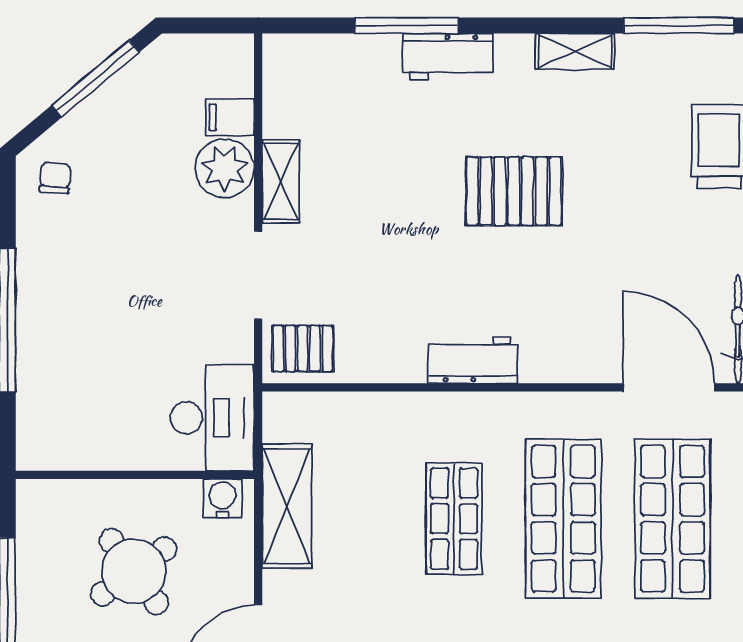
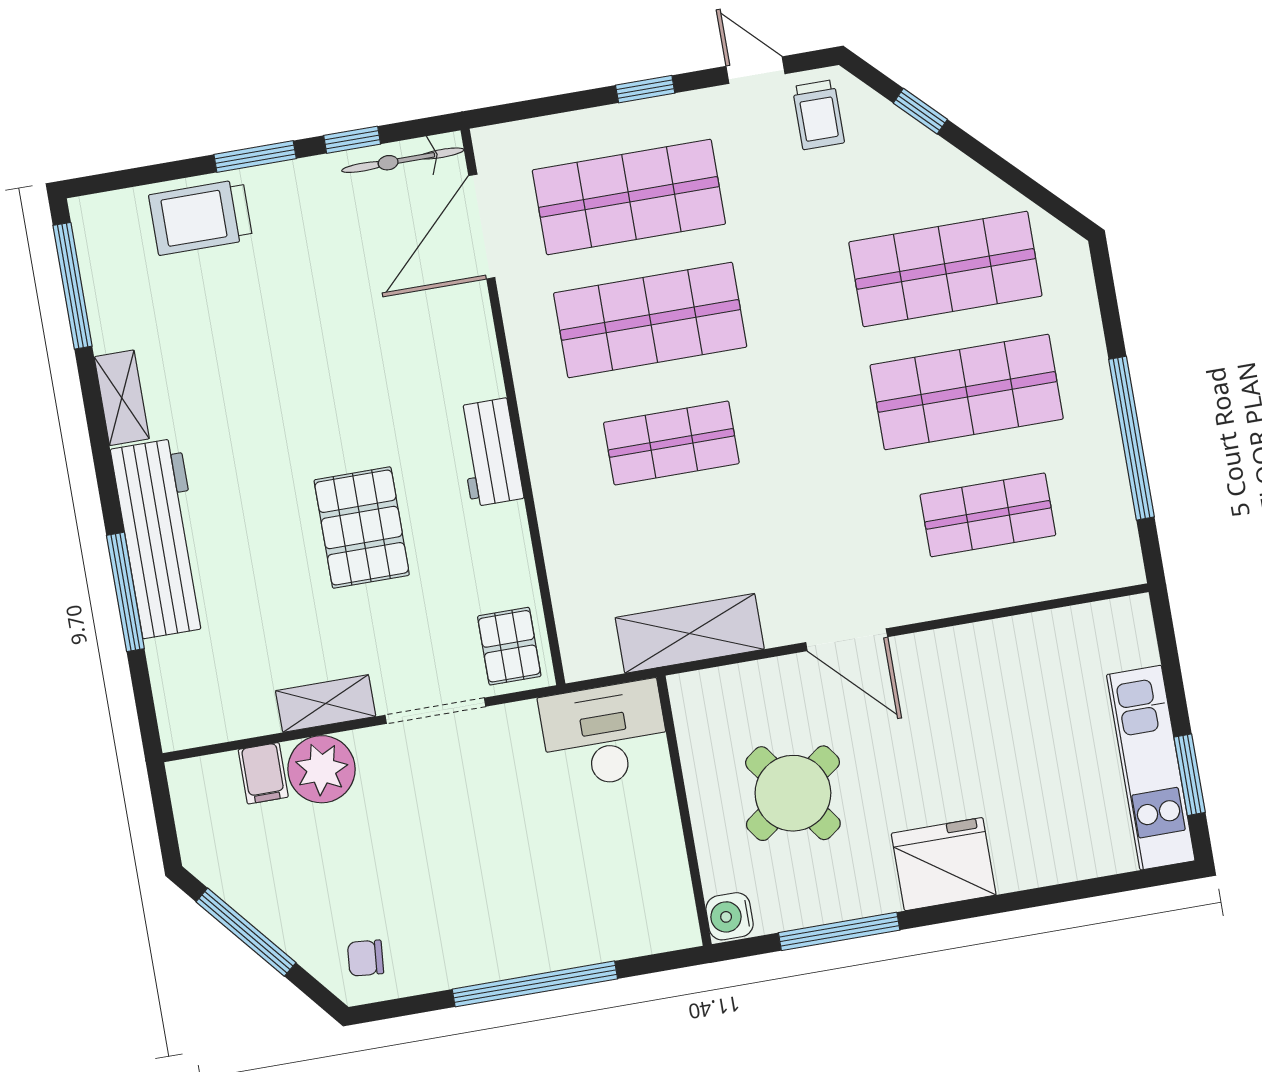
workbench: (448, 57) -> (161, 538), width x1.88, depth x1.32
pallet: (514, 191) -> (362, 528), moved
water cooler: (222, 498) -> (730, 916), moved

